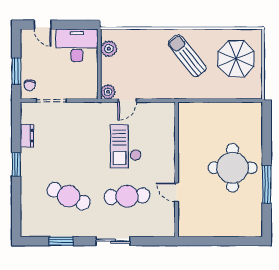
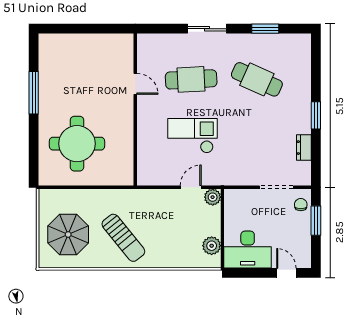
checkout: (126, 146) -> (192, 136), turned -90
round table: (233, 168) -> (77, 144), moved

